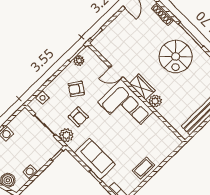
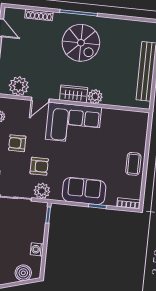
plant: (109, 51) -> (19, 86), added
armchair: (76, 89) -> (17, 143), turned 55

